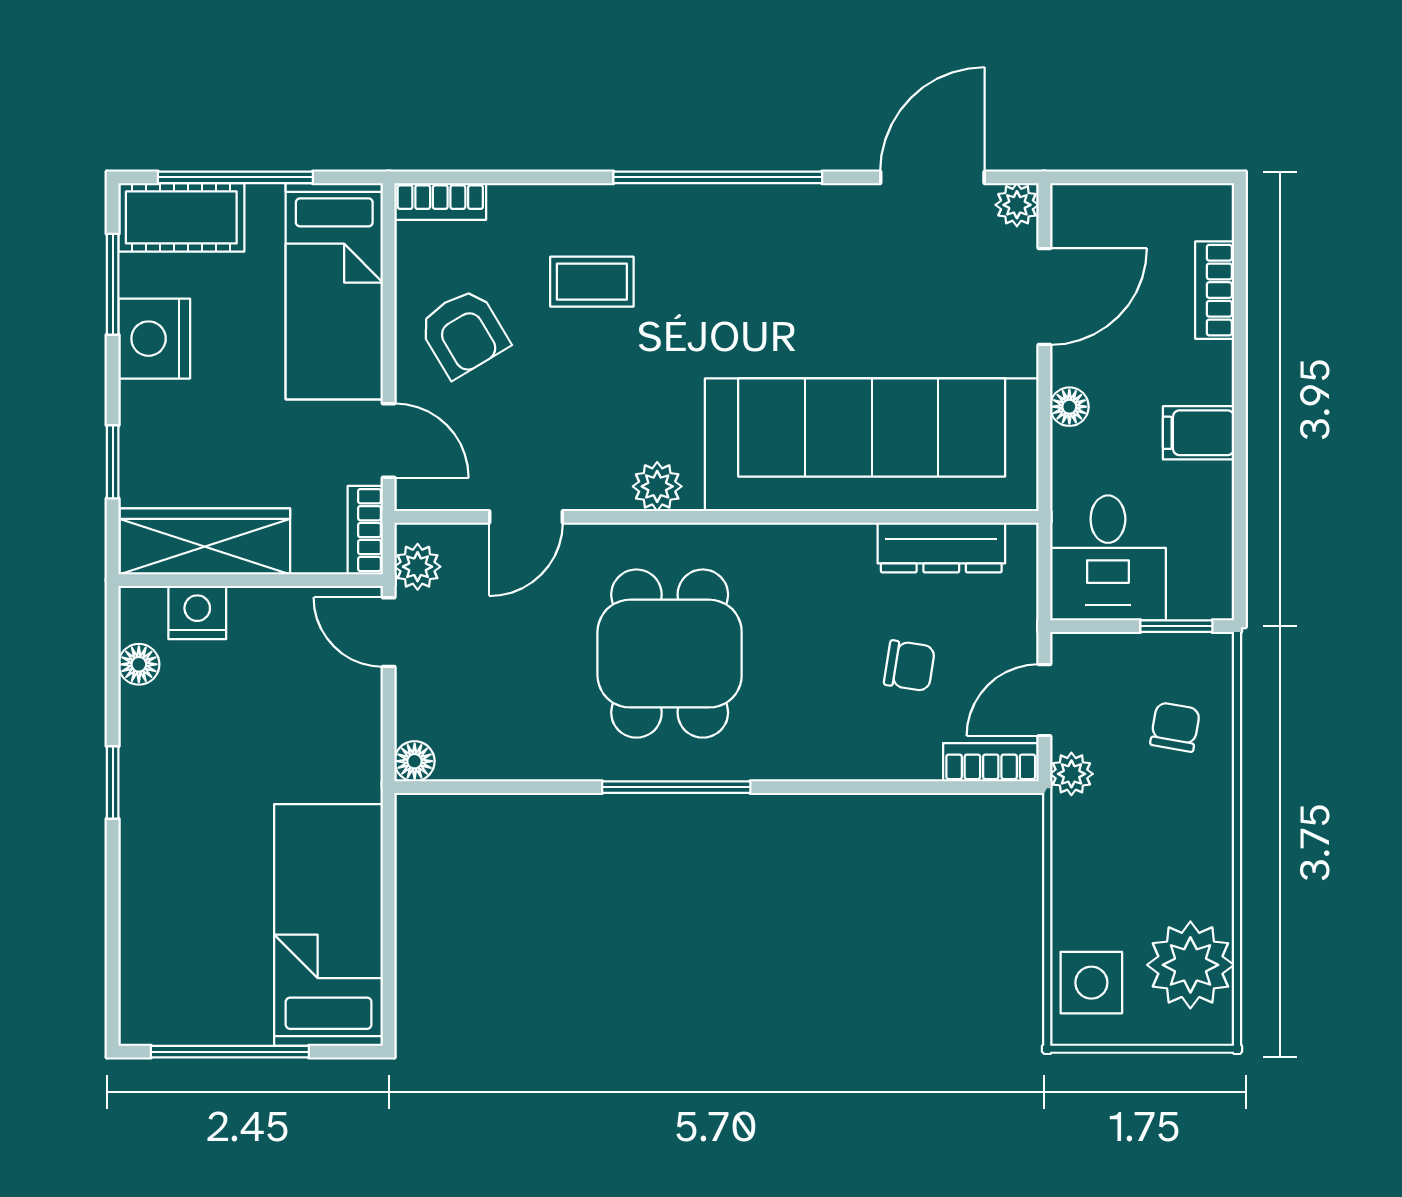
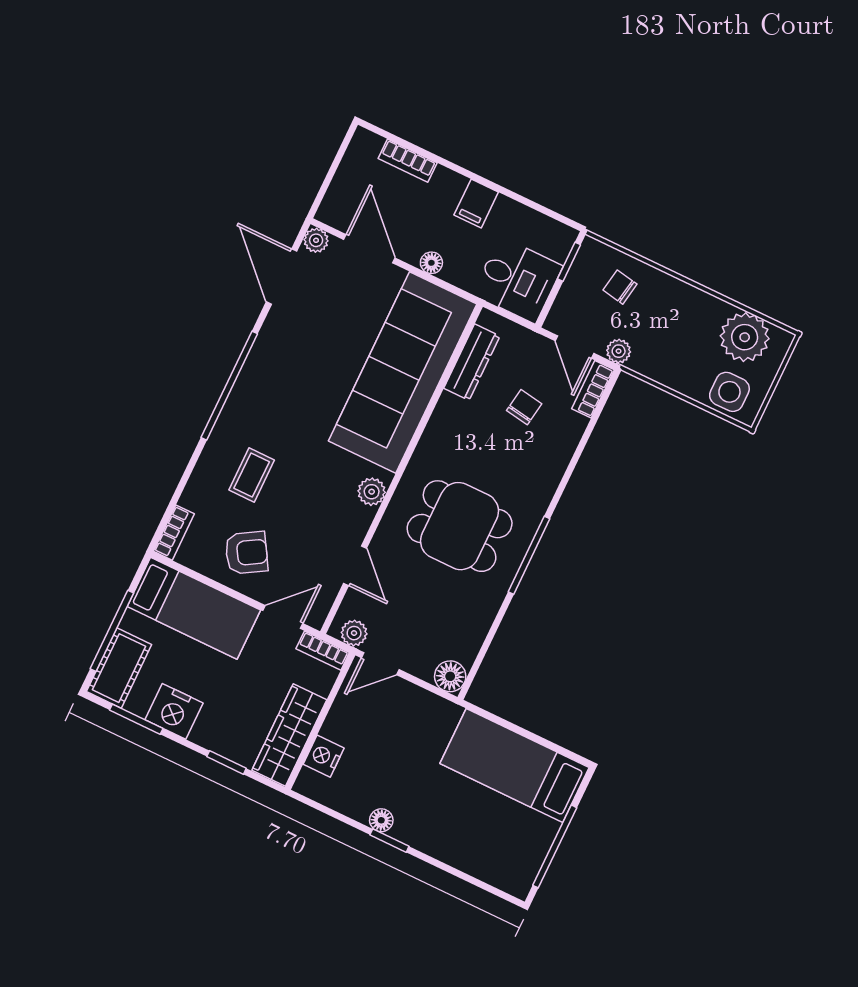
floor lamp: (139, 664) -> (381, 820), moved
floor lamp: (415, 761) -> (450, 676), width x1.37, depth x1.37

